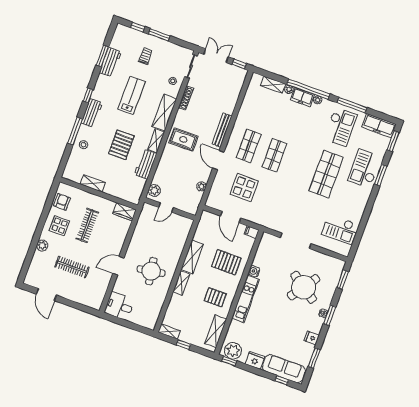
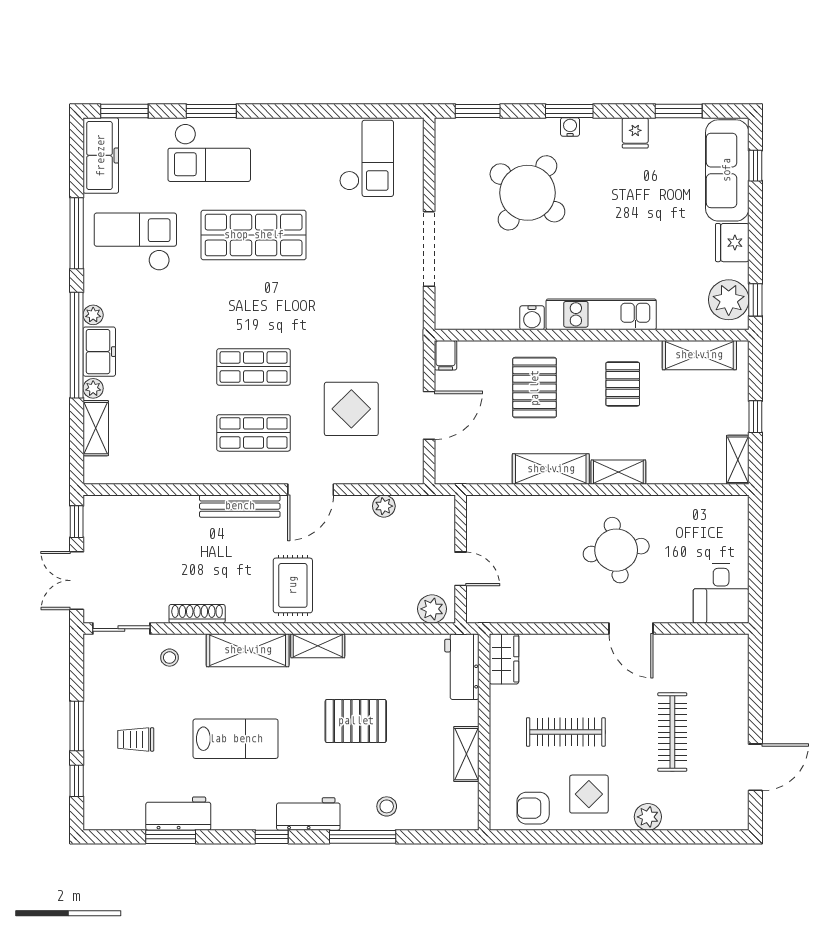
lab bench: (132, 95) -> (236, 739), turned 180
workbench: (145, 164) -> (462, 667), moved, turned 90

